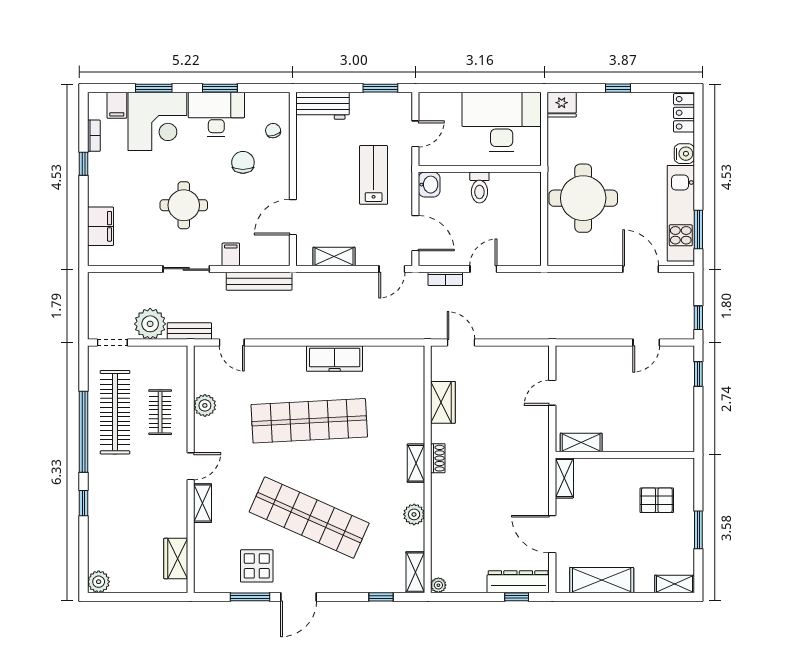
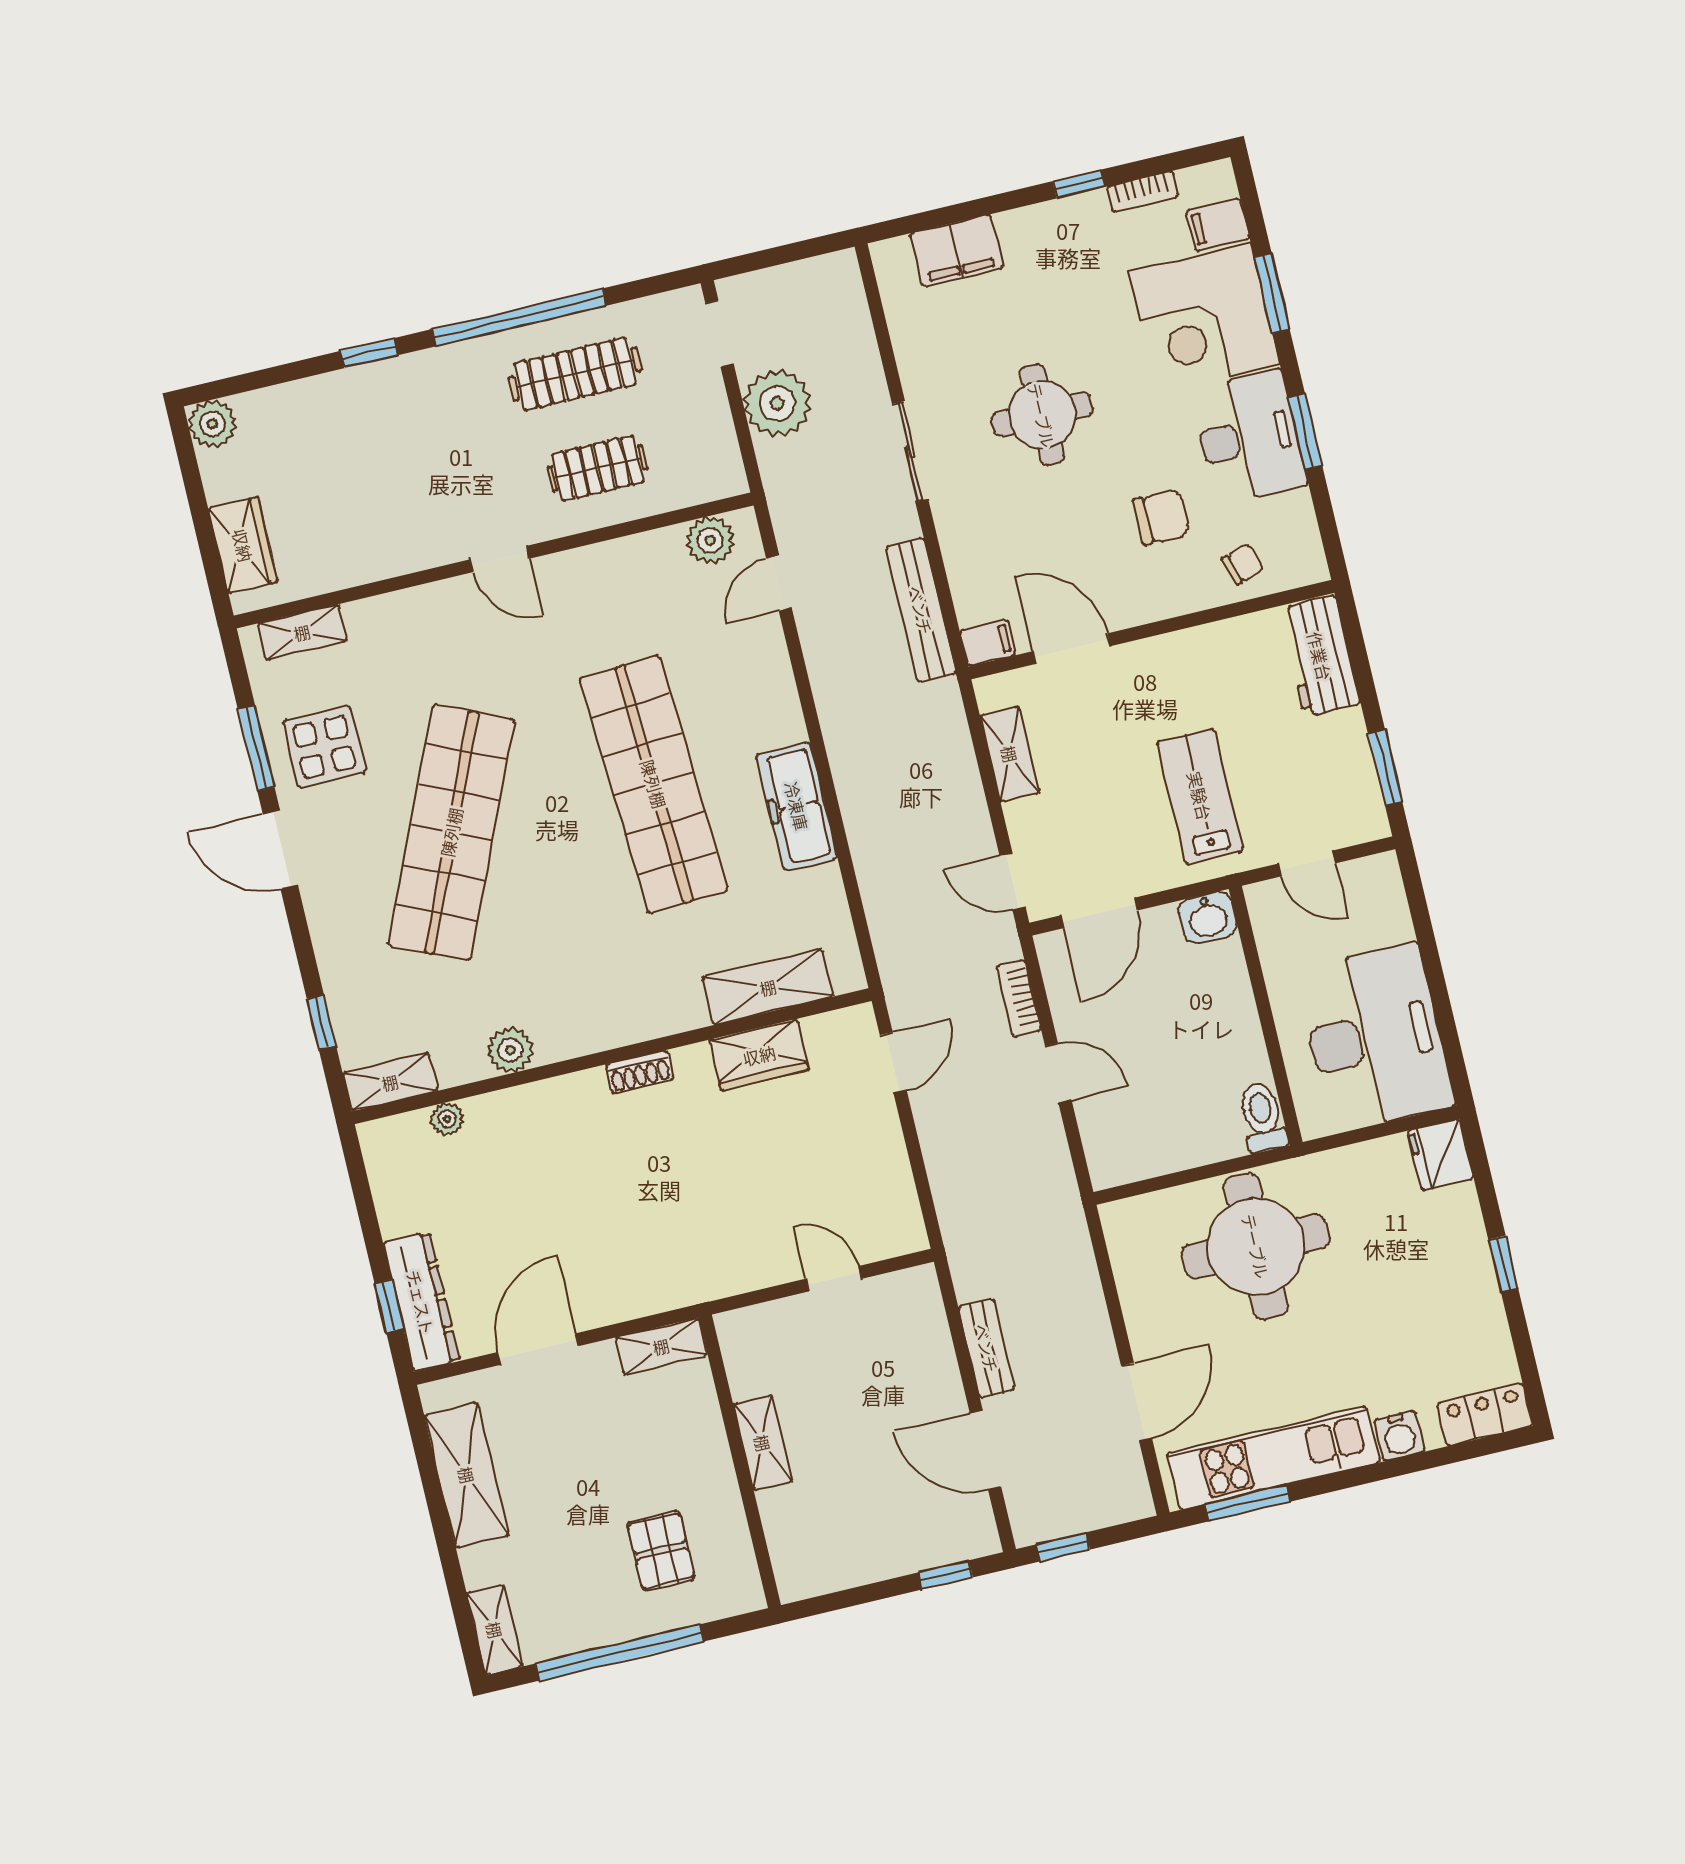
lab bench: (374, 175) -> (1200, 796), turned -90
toilet: (479, 188) -> (1262, 1117), moved, turned 90
filing cabinet: (231, 254) -> (988, 643), moved
bench: (189, 331) -> (987, 1348), moved
door: (646, 343) -> (985, 1450), width x1.38
plant: (205, 405) -> (710, 540), moved
clothes rail: (115, 412) -> (575, 374), width x0.73, depth x0.76
shelving: (581, 442) -> (763, 1443), moved
shelving: (416, 463) -> (768, 987), moved, width x1.50, depth x1.33
shelving: (203, 503) -> (302, 632), moved
window: (698, 530) -> (620, 1653), width x2.11
wardrobe: (176, 559) -> (243, 545), moved, turned 90
plant: (438, 585) -> (447, 1119), moved

